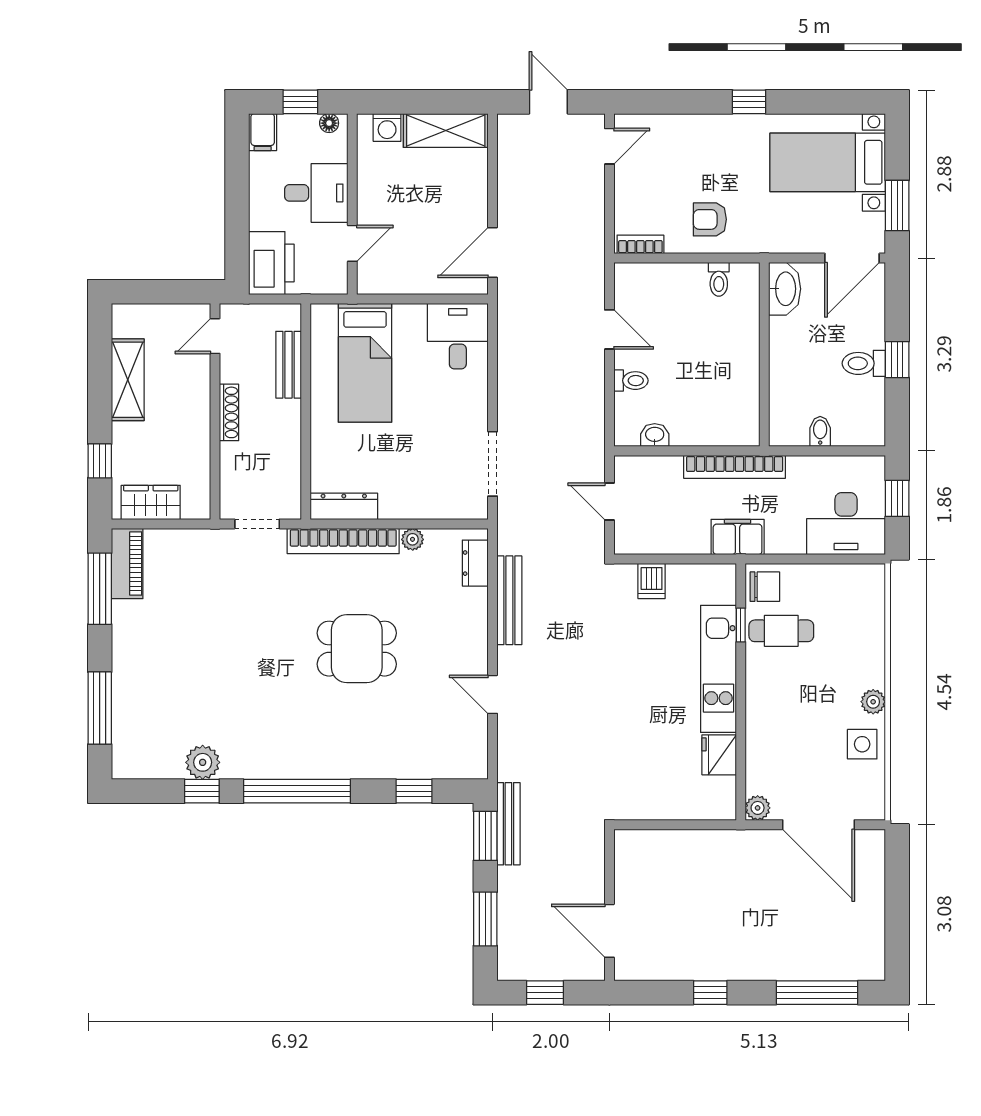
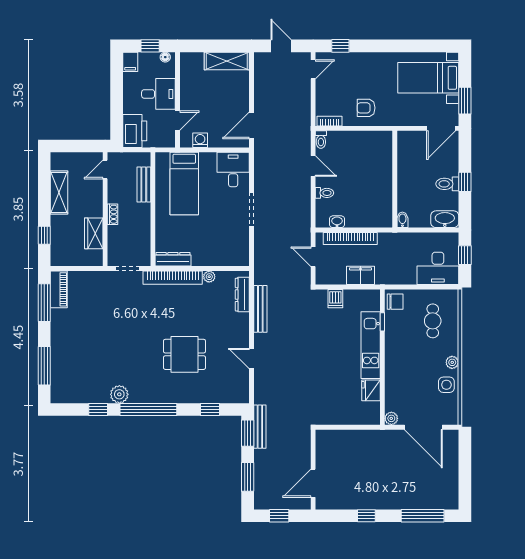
window: (749, 102) -> (340, 46), moved
washing machine: (387, 127) -> (200, 140), moved, turned 180
toilet: (719, 279) -> (321, 140), moved
washbasin: (785, 289) -> (445, 219), moved, turned -90
shoe rack: (229, 412) -> (112, 214), width x0.70
bidet: (820, 431) -> (402, 220), moved
doorway: (493, 464) -> (251, 209), moved
bookcase: (735, 467) -> (350, 238), moved
wardrobe: (151, 502) -> (94, 233), moved, turned -90
filing cabinet: (738, 537) -> (361, 275), moved
dresser: (475, 563) -> (242, 295), width x1.44
cafe table: (781, 631) -> (433, 321), moved, turned 90
dining table: (357, 649) -> (184, 354), moved
plant: (203, 762) -> (119, 394), moved
door: (609, 931) -> (313, 483), hinge flipped

